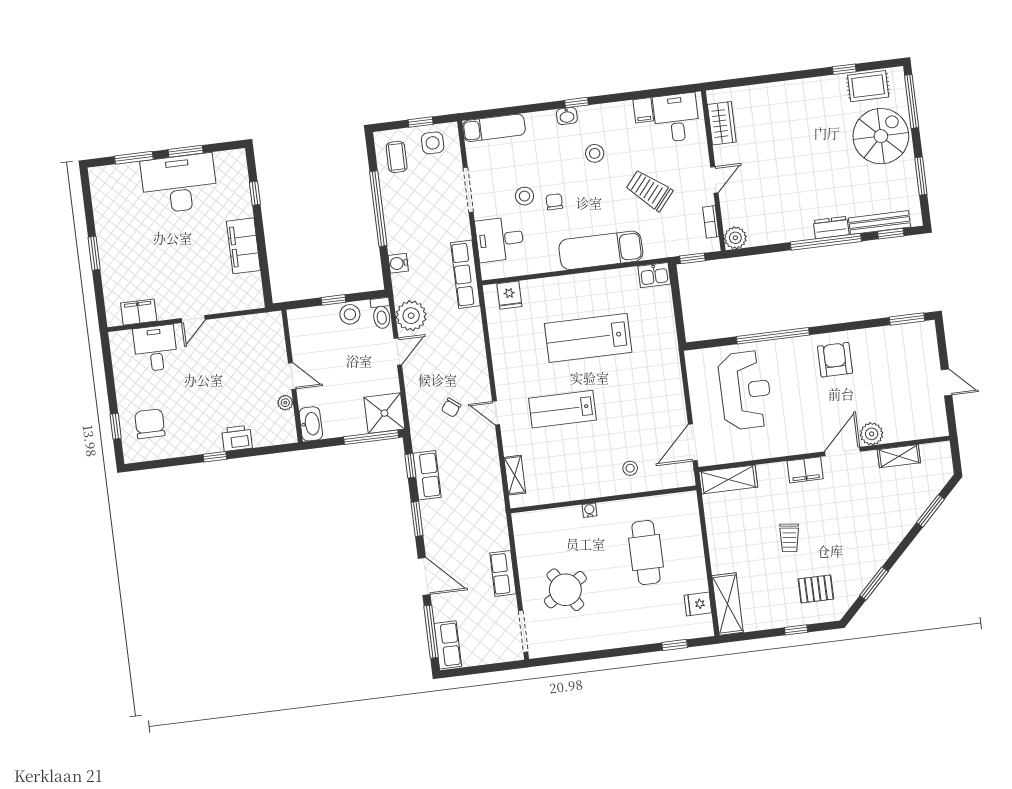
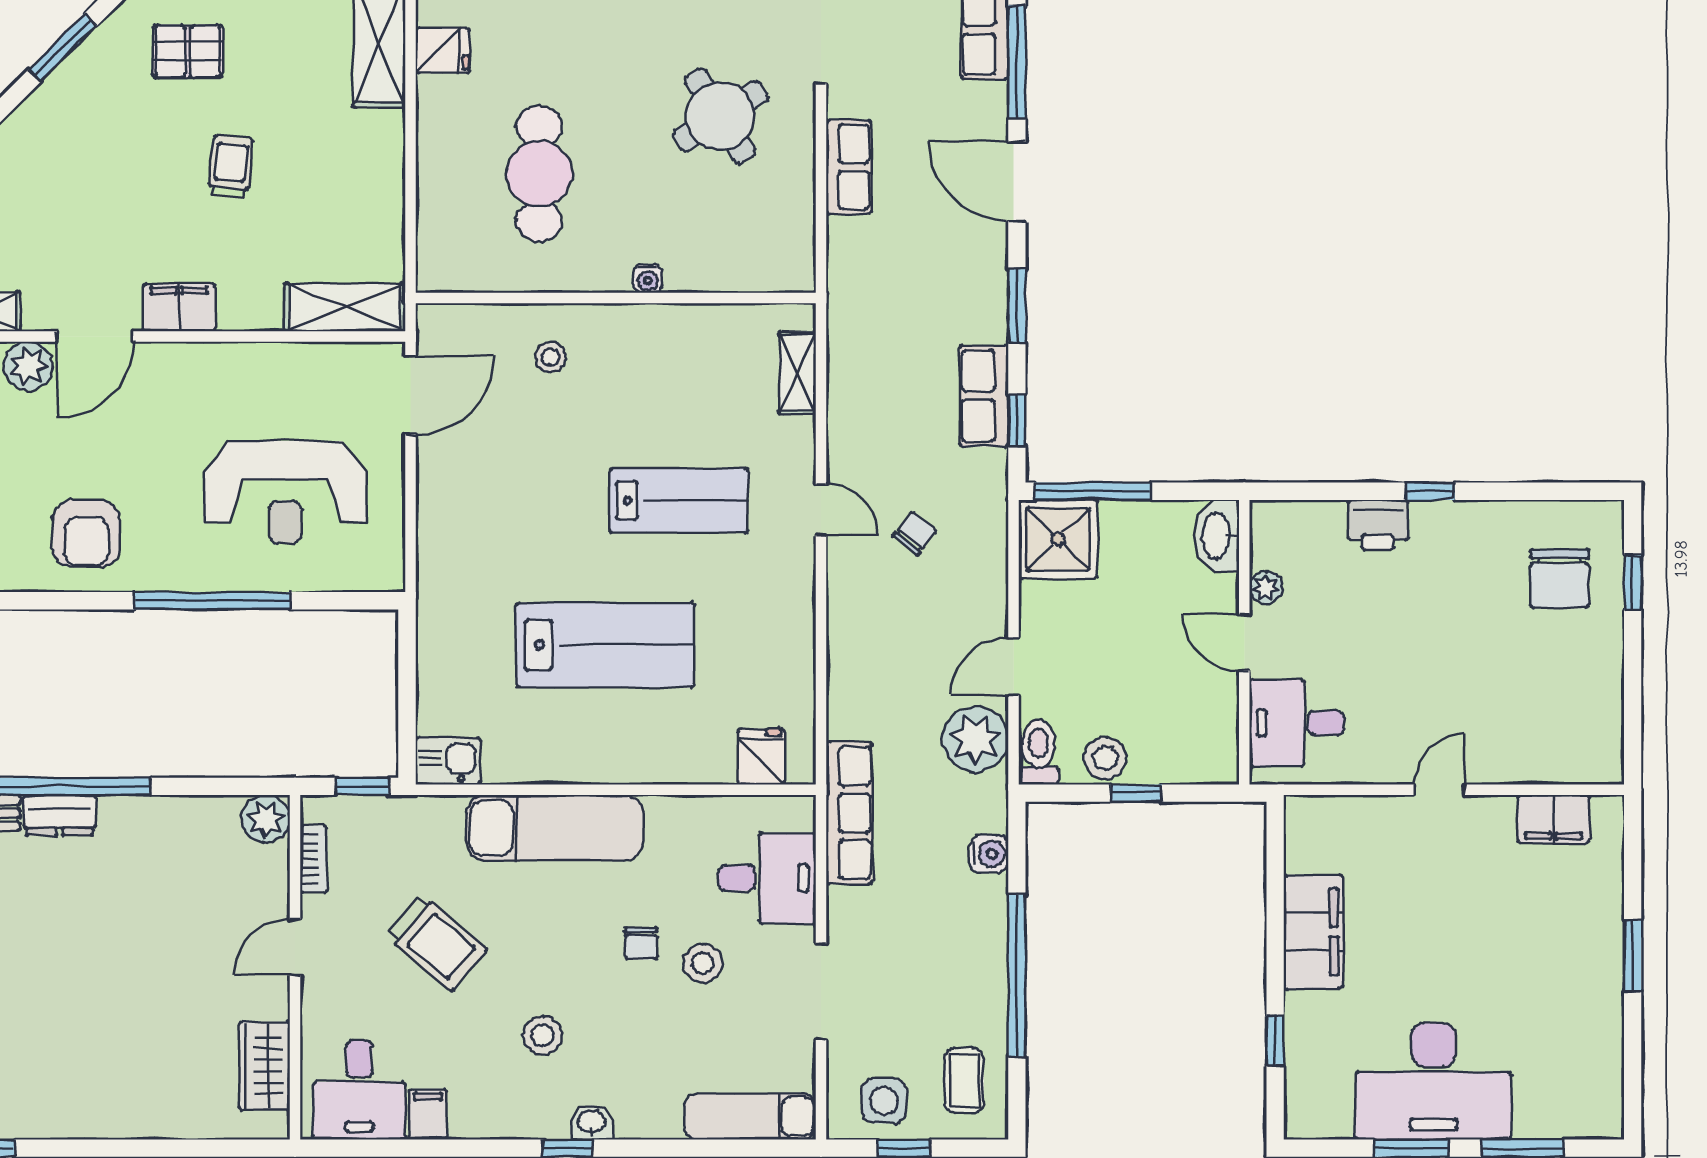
desk: (155, 348) -> (1297, 723), moved, turned 90
reception desk: (745, 390) -> (285, 492), turned -90

